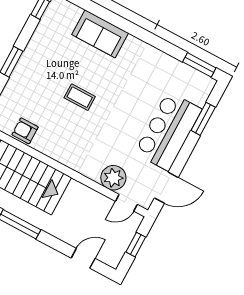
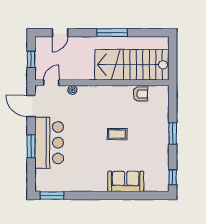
window: (203, 119) -> (31, 146), moved
plant: (113, 178) -> (72, 90), width x0.53, depth x0.53
door: (166, 188) -> (31, 106), hinge flipped

